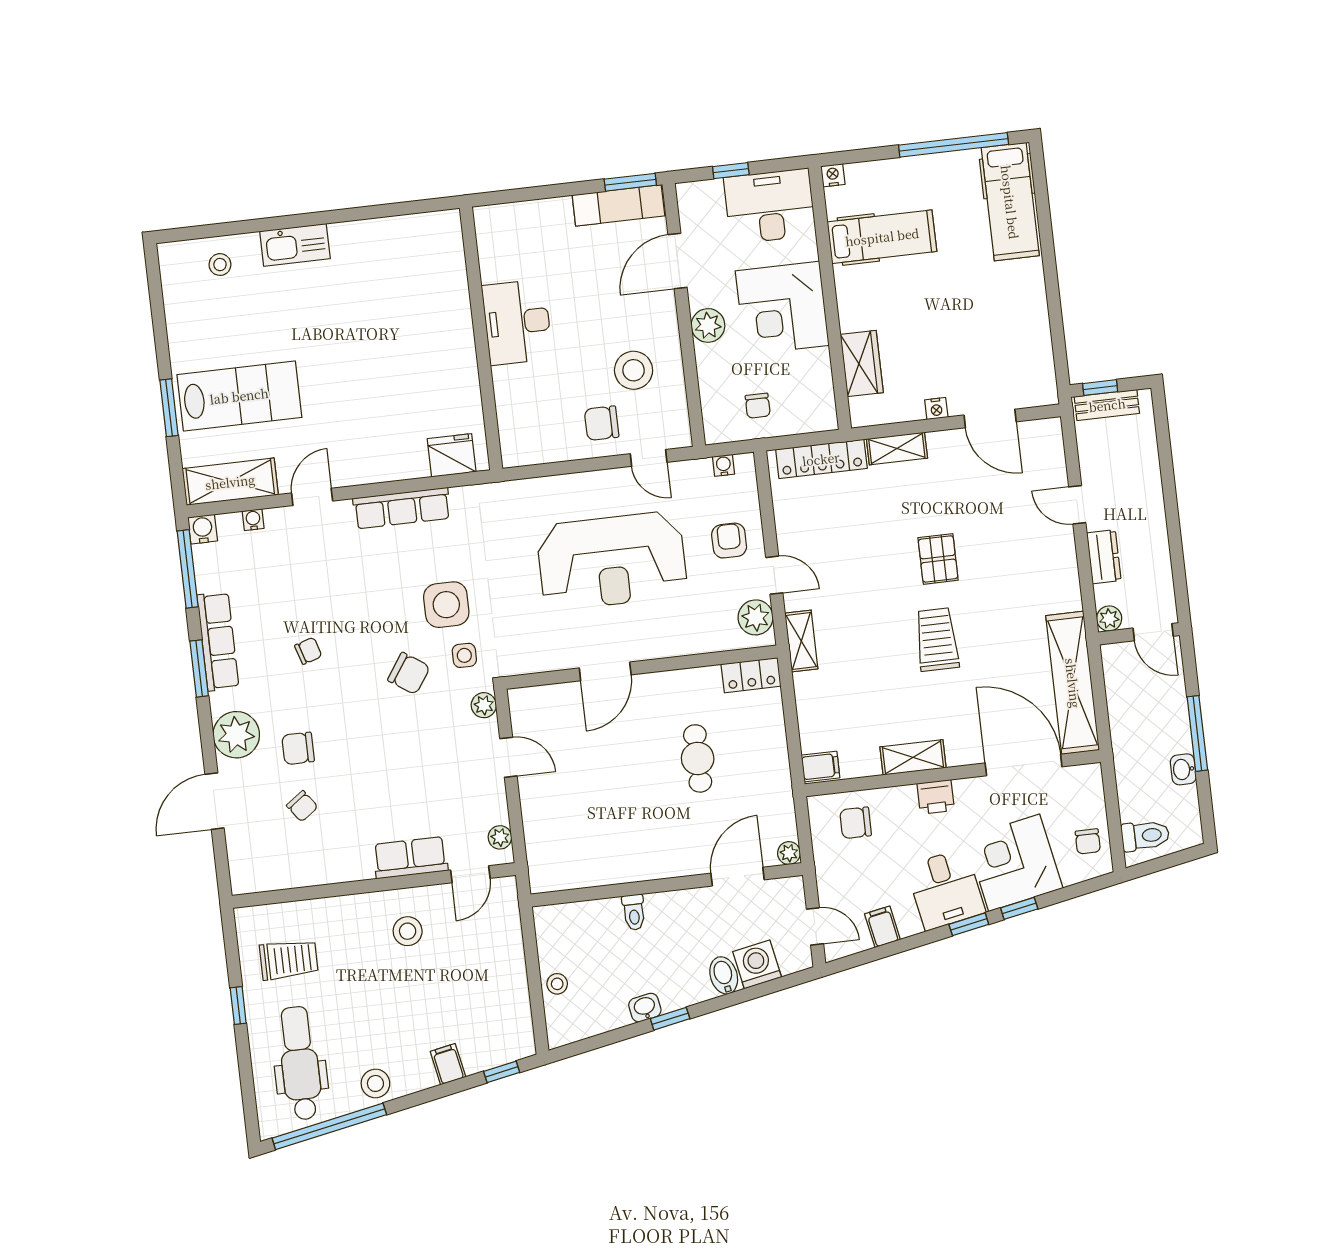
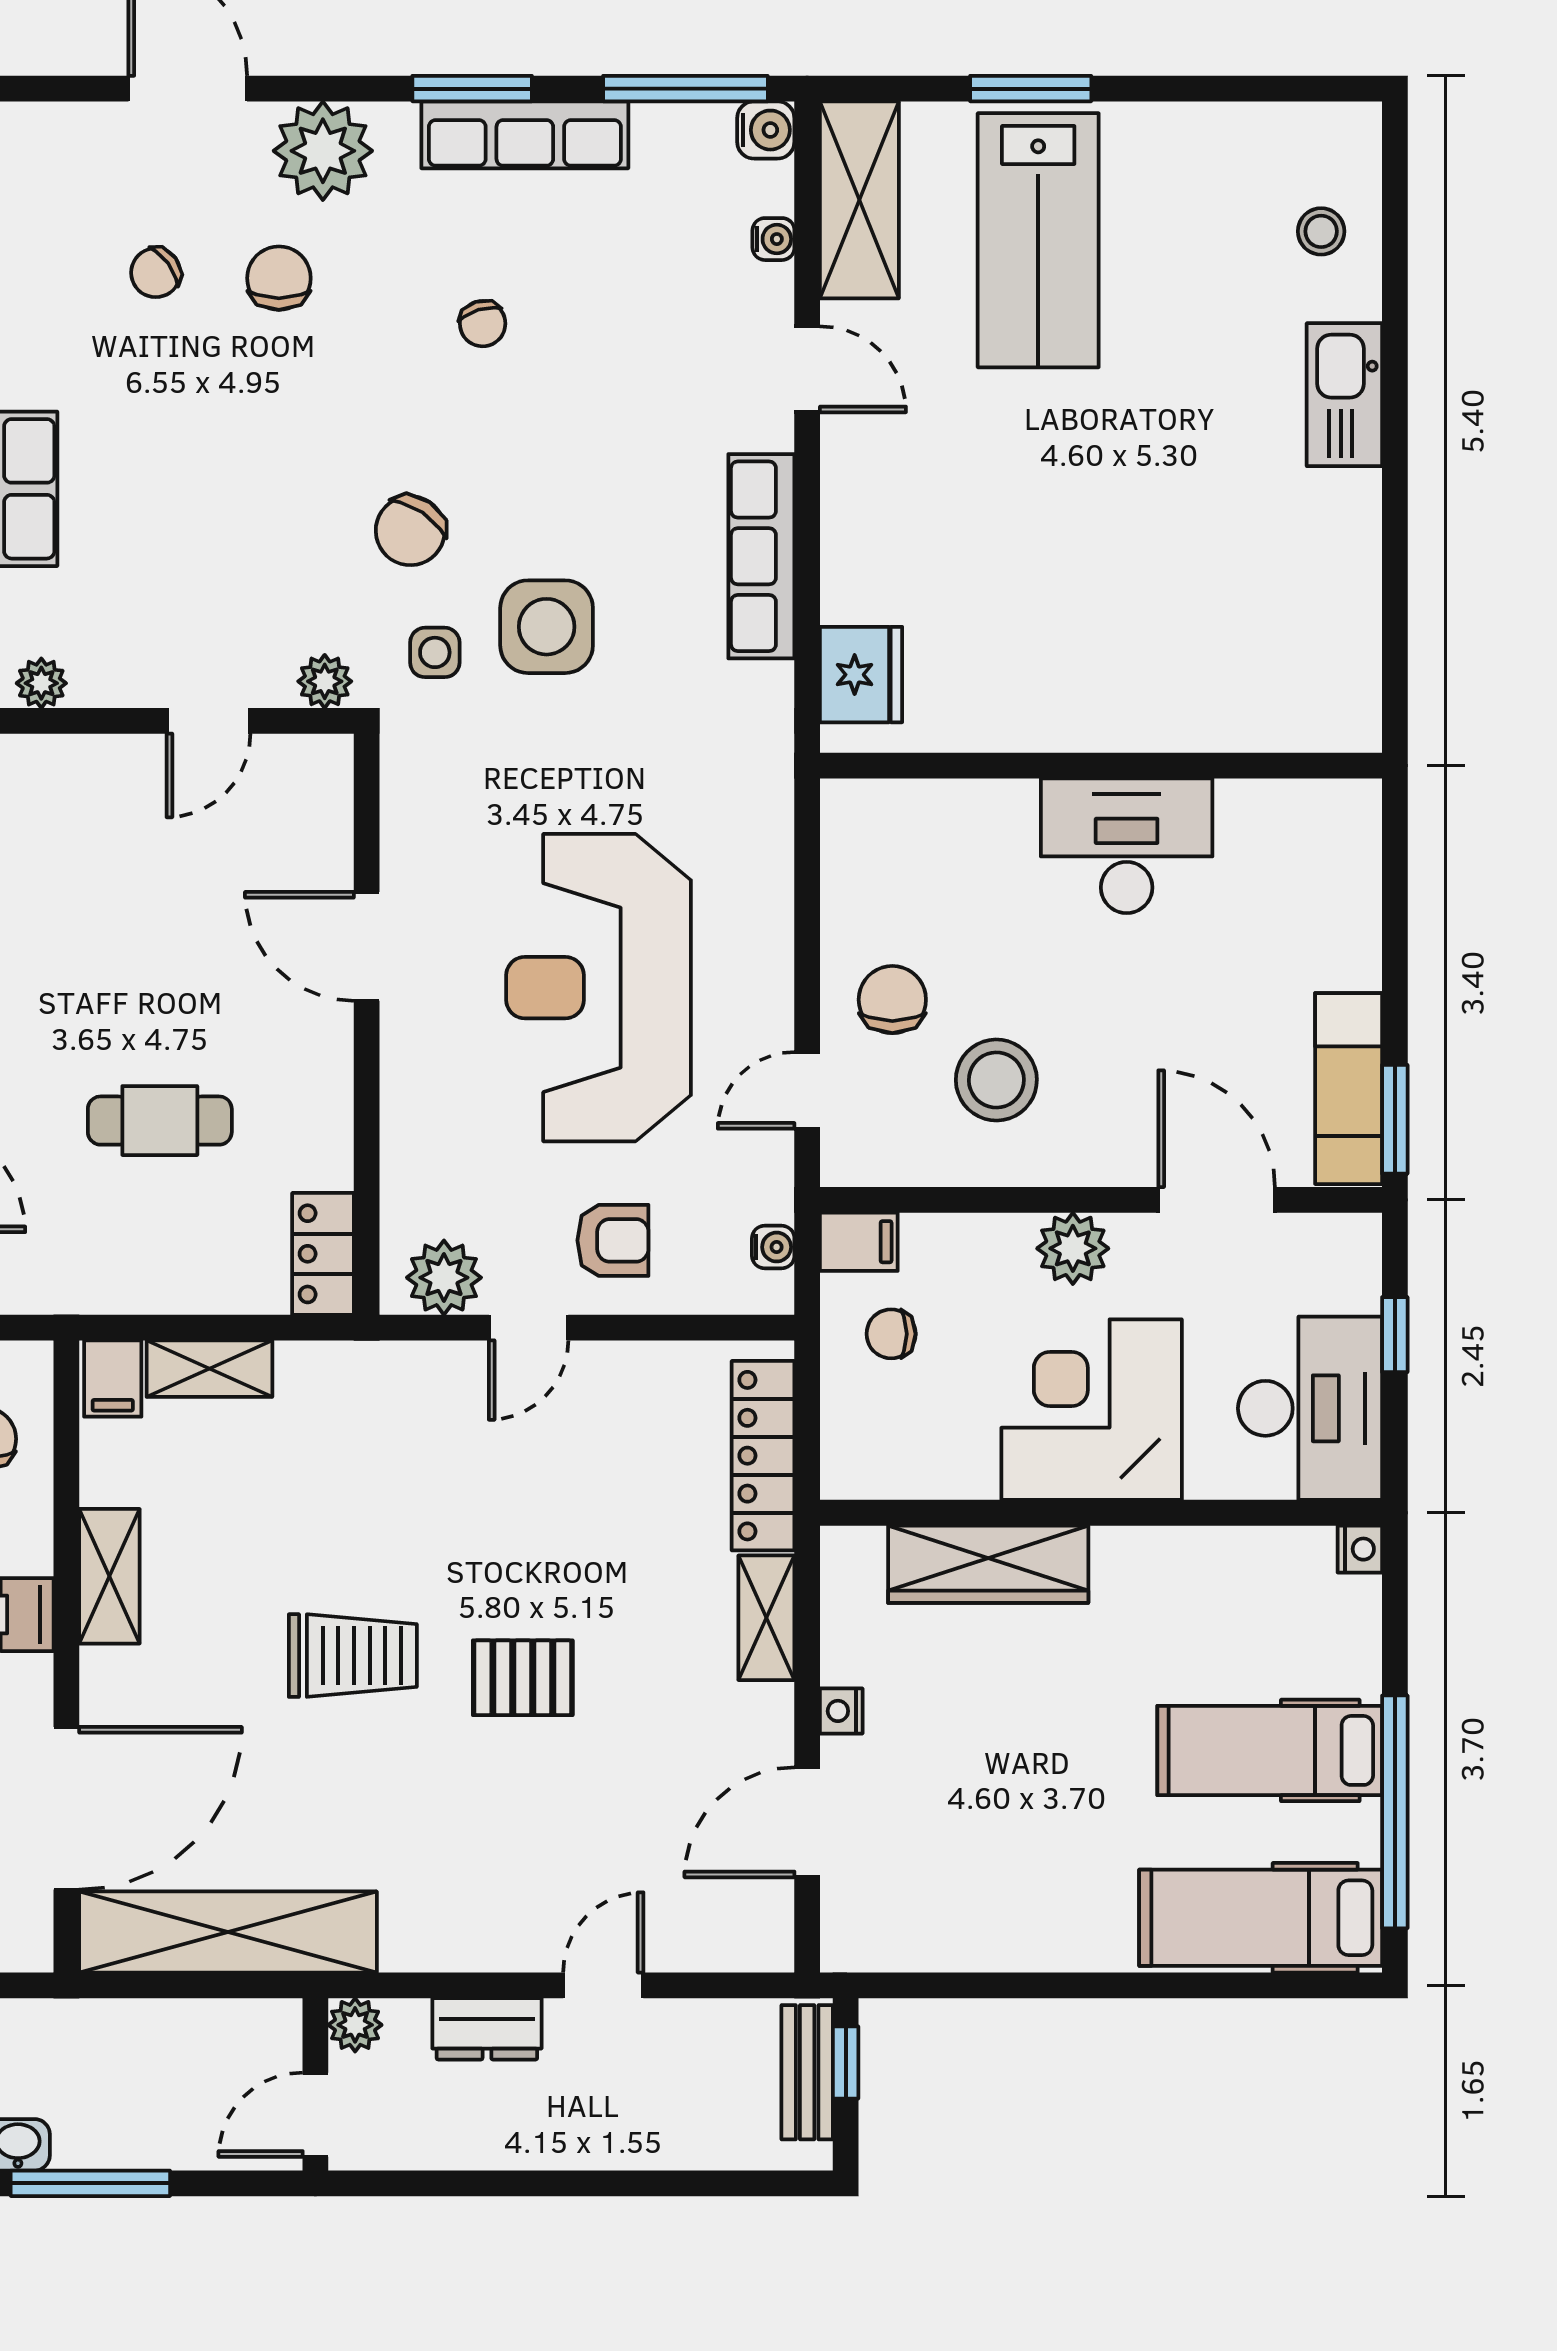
hospital bed: (882, 237) -> (1270, 1750), moved, turned 90
wardrobe: (862, 363) -> (988, 1564), width x1.50
filing cabinet: (716, 426) -> (859, 1242), added
shelving: (801, 641) -> (209, 1369), moved

